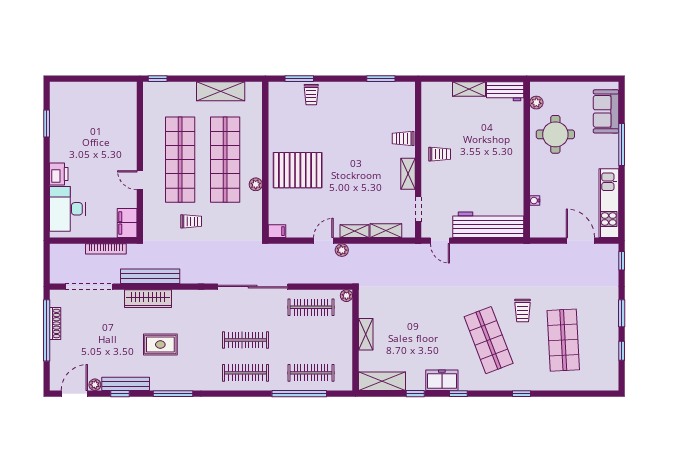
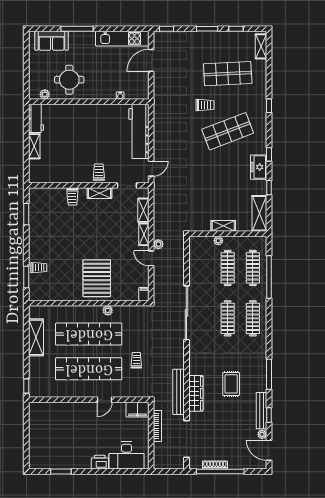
trolley: (440, 154) -> (99, 172), moved
plant: (346, 296) -> (218, 241), moved
clothes rail: (311, 307) -> (228, 268), moved
shelving: (599, 383) -> (261, 46), added

